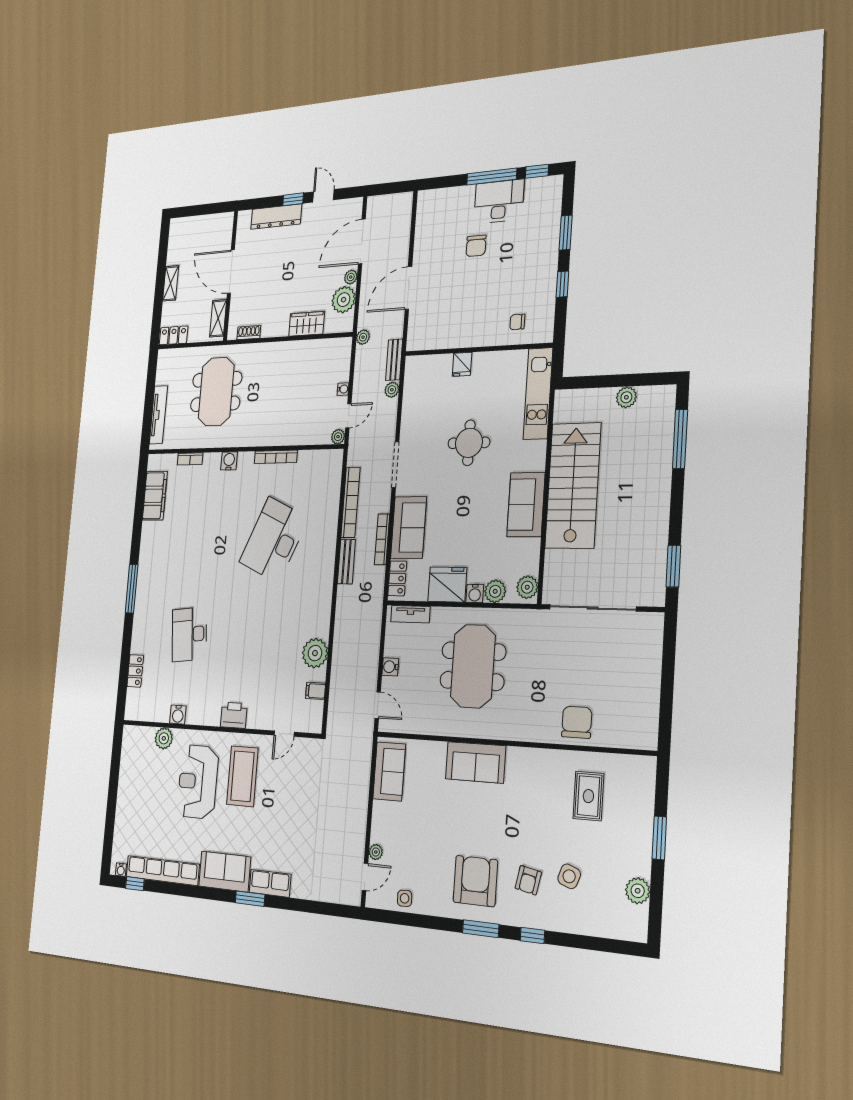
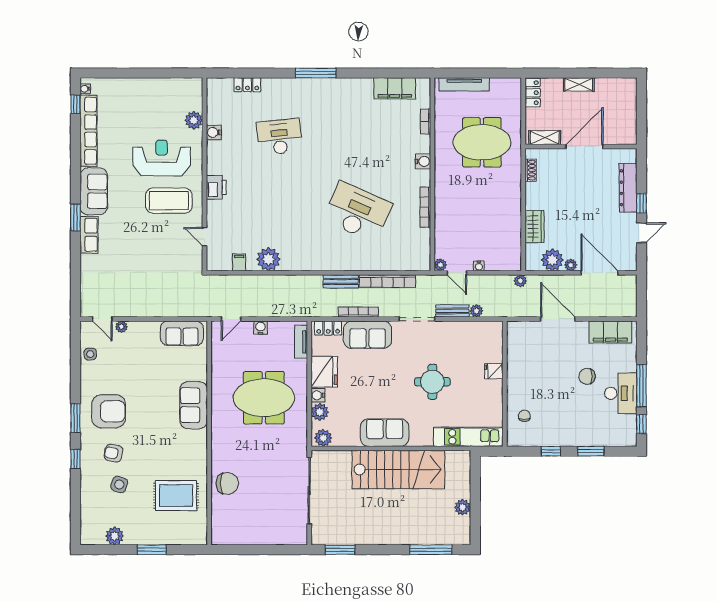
filing cabinet: (428, 222) -> (610, 332), added
bench: (394, 360) -> (452, 311), moved
rug: (588, 796) -> (176, 496), width x1.36, depth x1.43

